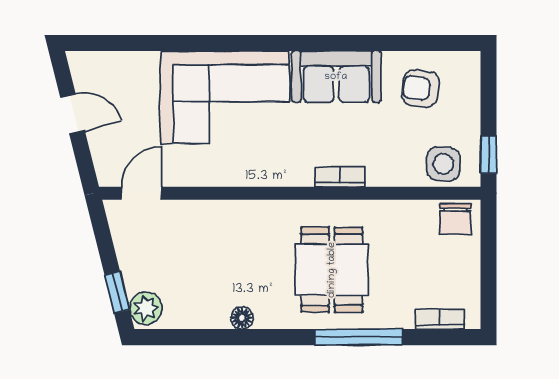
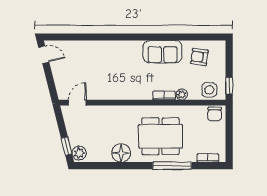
corner sofa: (225, 97) -> (114, 61), removed
door: (72, 114) -> (44, 55), moved
plant: (380, 174) -> (182, 94), added
dining table: (332, 270) -> (161, 136), width x1.38
floor lamp: (242, 318) -> (121, 153), width x1.89, depth x1.89

